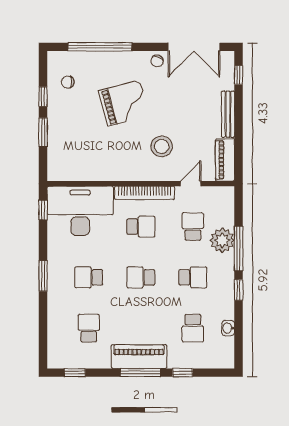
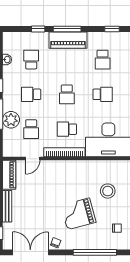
stool: (162, 146) -> (108, 191), moved
school desk: (141, 277) -> (67, 94), turned 90

